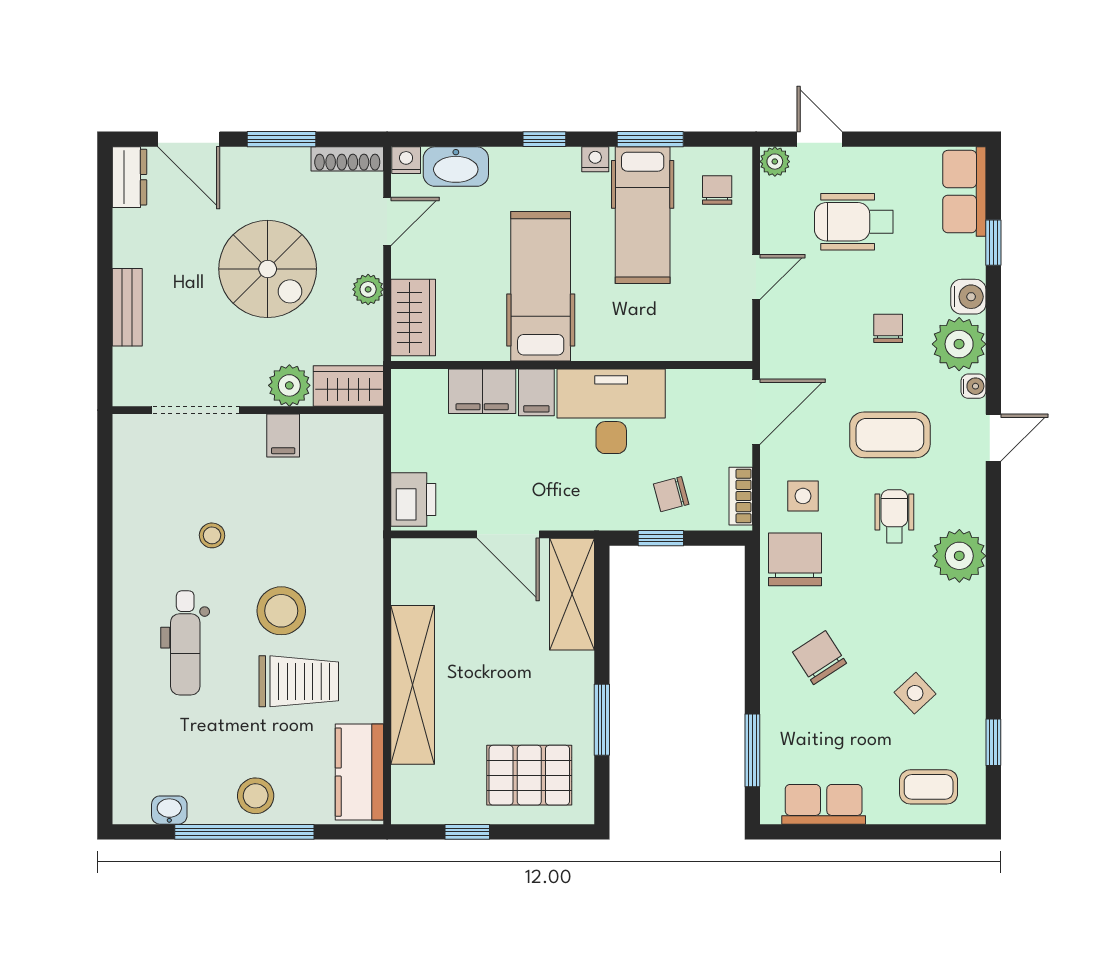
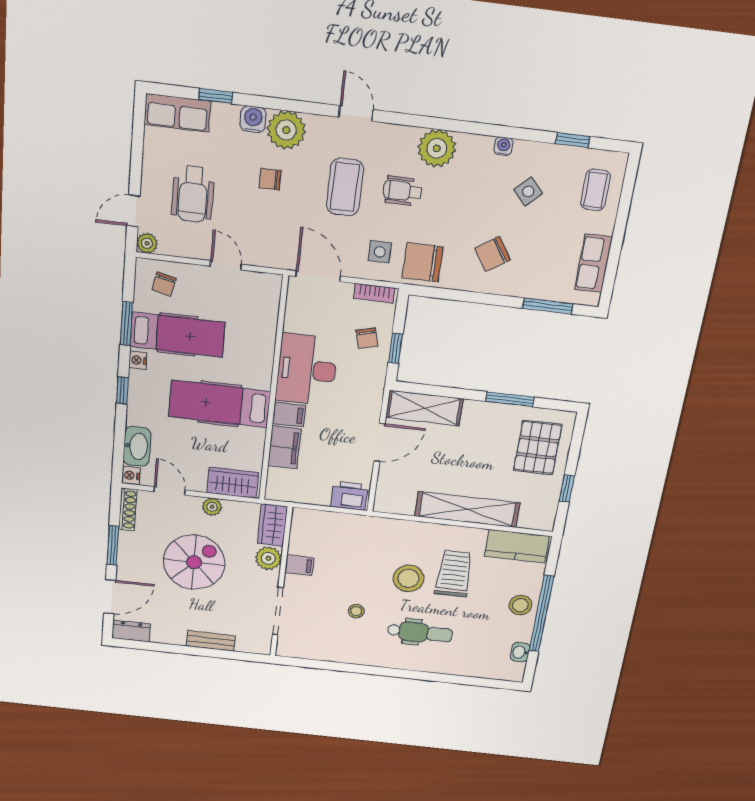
chair: (717, 190) -> (164, 284), turned -78
water cooler: (973, 386) -> (504, 146), moved

